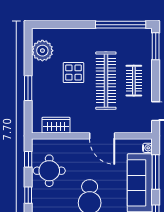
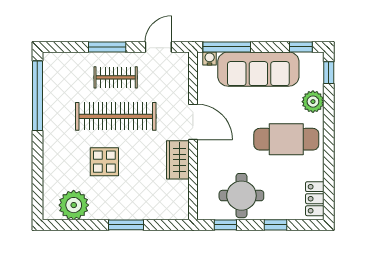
window: (156, 46) -> (107, 47), moved
wardrobe: (56, 125) -> (178, 160), moved
door: (102, 136) -> (193, 122), hinge flipped
window: (156, 172) -> (227, 47), moved

